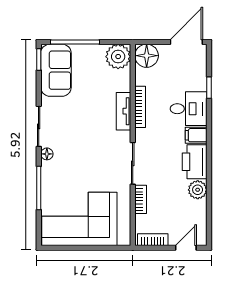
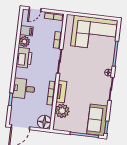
plant: (118, 57) -> (62, 111), moved
filing cabinet: (196, 135) -> (26, 31), moved

